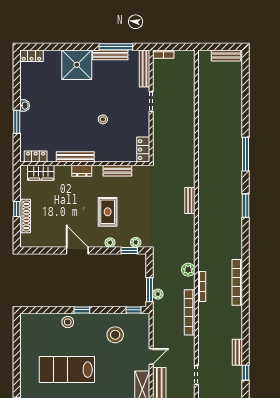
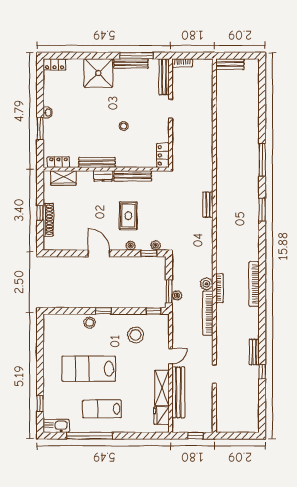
bench: (226, 55) -> (230, 64), moved
bench: (117, 171) -> (133, 176), width x1.36
plant: (188, 270) -> (206, 284), moved

